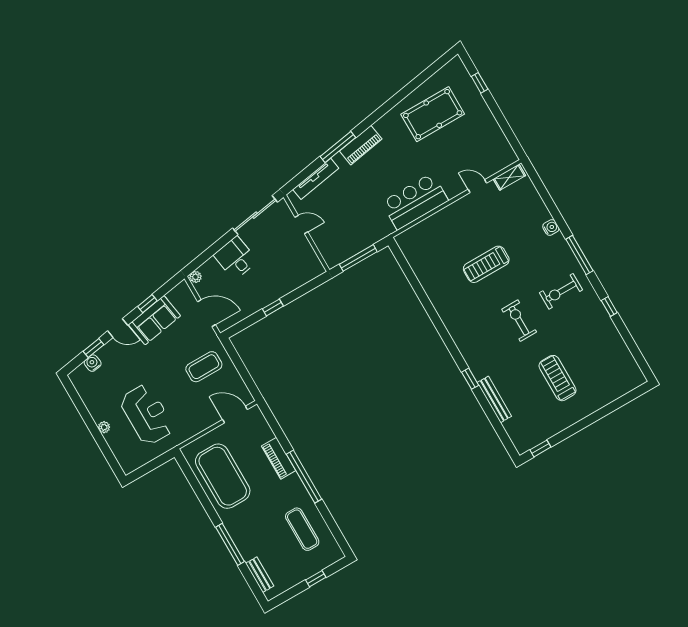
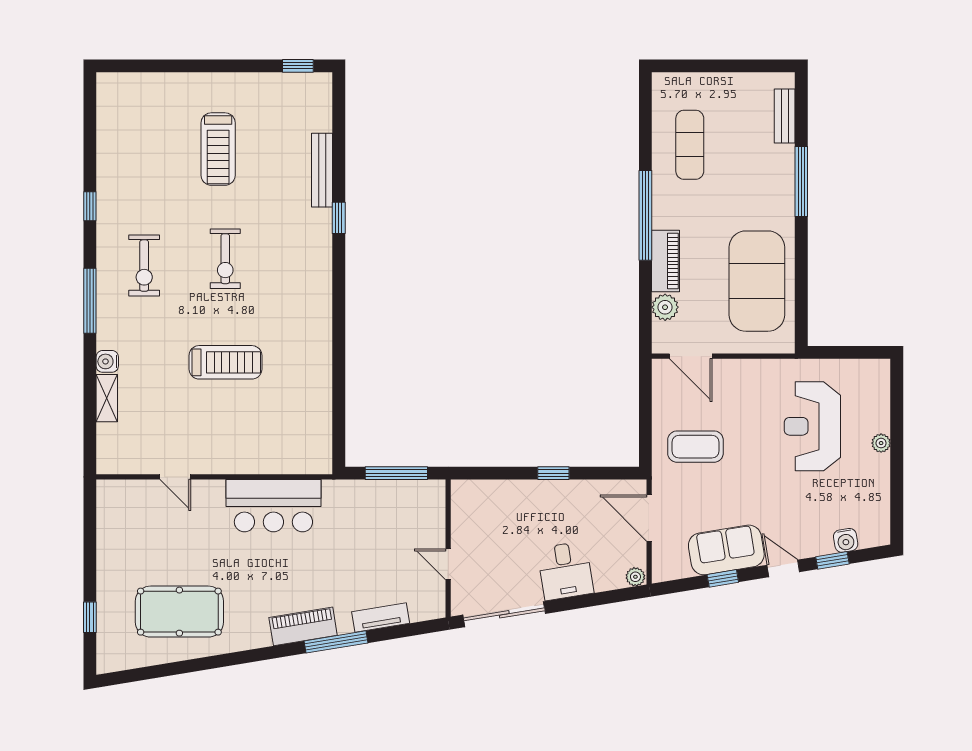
shelving: (509, 177) -> (107, 398), moved, turned 90
tv unit: (316, 179) -> (381, 618), width x0.71
exercise bike: (561, 291) -> (144, 266), turned 90
plant: (264, 433) -> (665, 307), added
window: (316, 579) -> (711, 66), removed

